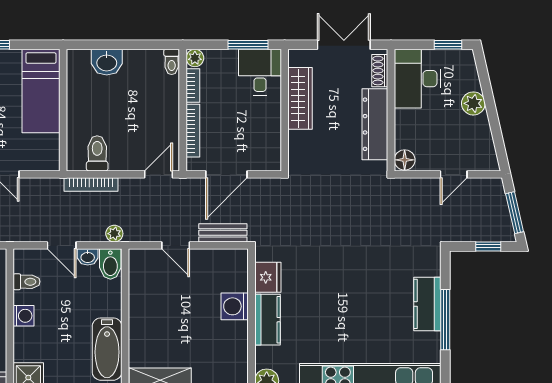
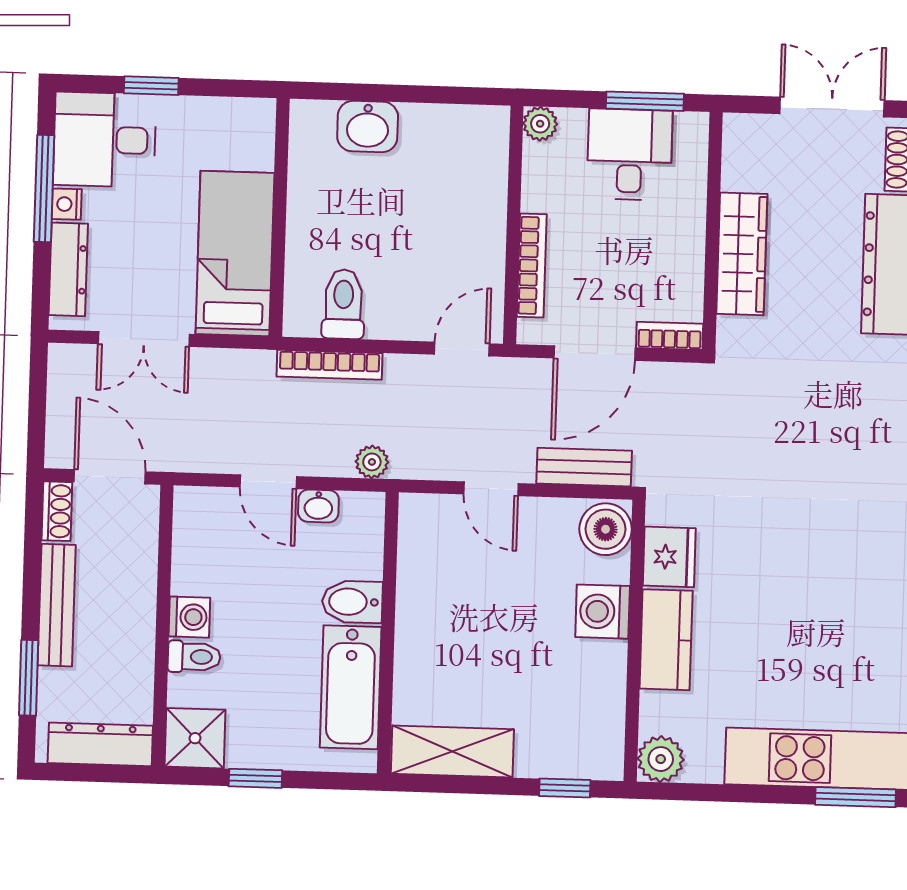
toilet: (172, 62) -> (494, 130), removed
desk: (260, 72) -> (630, 154), moved
bookcase: (193, 85) -> (670, 336), moved, turned -90
bed: (41, 91) -> (235, 254), moved, turned 180
wardrobe: (300, 98) -> (742, 254), moved
bidet: (110, 264) -> (352, 602), moved, turned 90
boiler: (235, 264) -> (606, 529), added
toilet: (27, 282) -> (194, 657), moved

